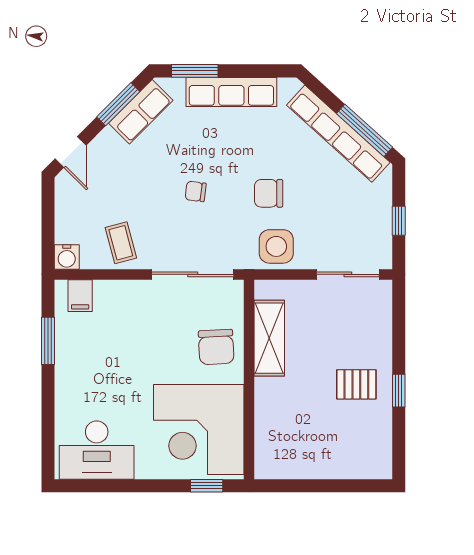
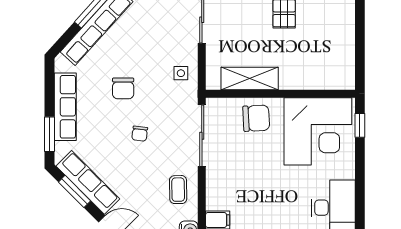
row of seats: (141, 112) -> (88, 182), width x1.48
chair: (269, 193) -> (123, 88), moved
coffee table: (121, 243) -> (178, 190), turned -76
side table: (276, 246) -> (181, 73), width x0.54, depth x0.54

